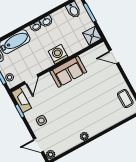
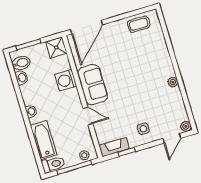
washbasin: (46, 21) -> (22, 78), moved
washing machine: (58, 54) -> (66, 80), moved
door: (114, 57) -> (87, 27), width x1.87
door: (31, 79) -> (88, 116), moved

